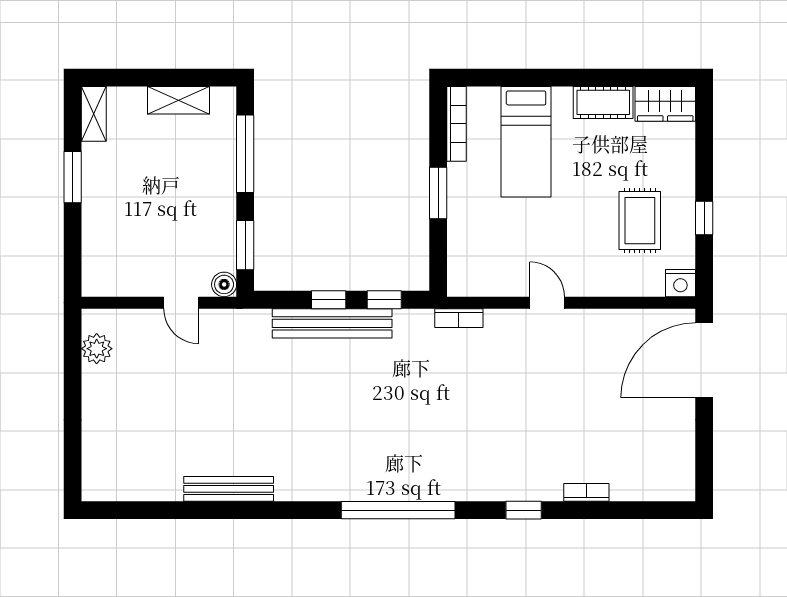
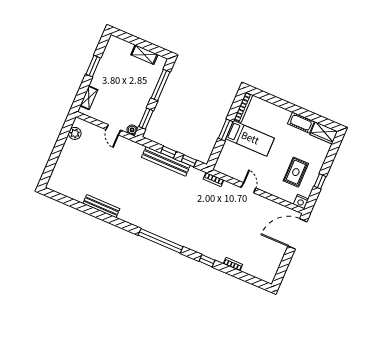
shelving: (94, 114) -> (89, 98), moved
bed: (526, 142) -> (250, 138), moved, turned -90

